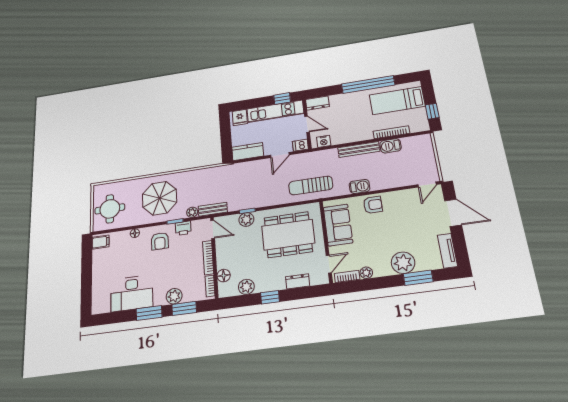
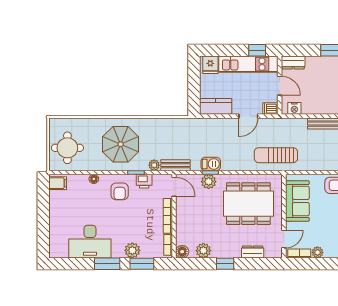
barbecue: (360, 186) -> (211, 164), moved
floor lamp: (224, 276) -> (182, 252), moved

